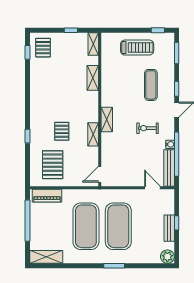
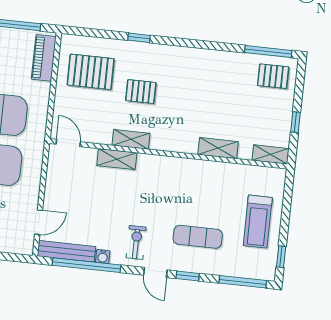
window: (28, 52) -> (268, 52), width x2.17
window: (177, 53) -> (243, 282), width x1.44
shelving: (107, 119) -> (117, 159), moved
exercise bike: (148, 128) -> (136, 242), moved

